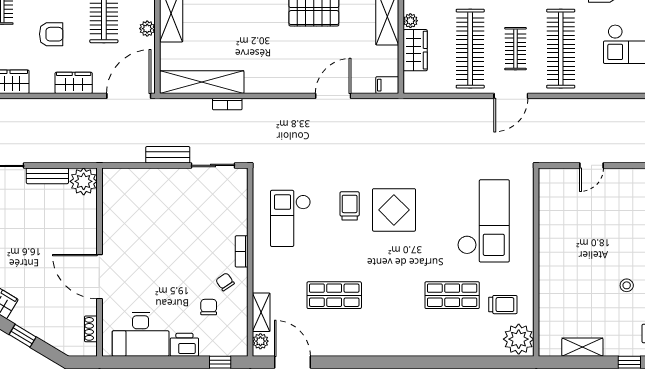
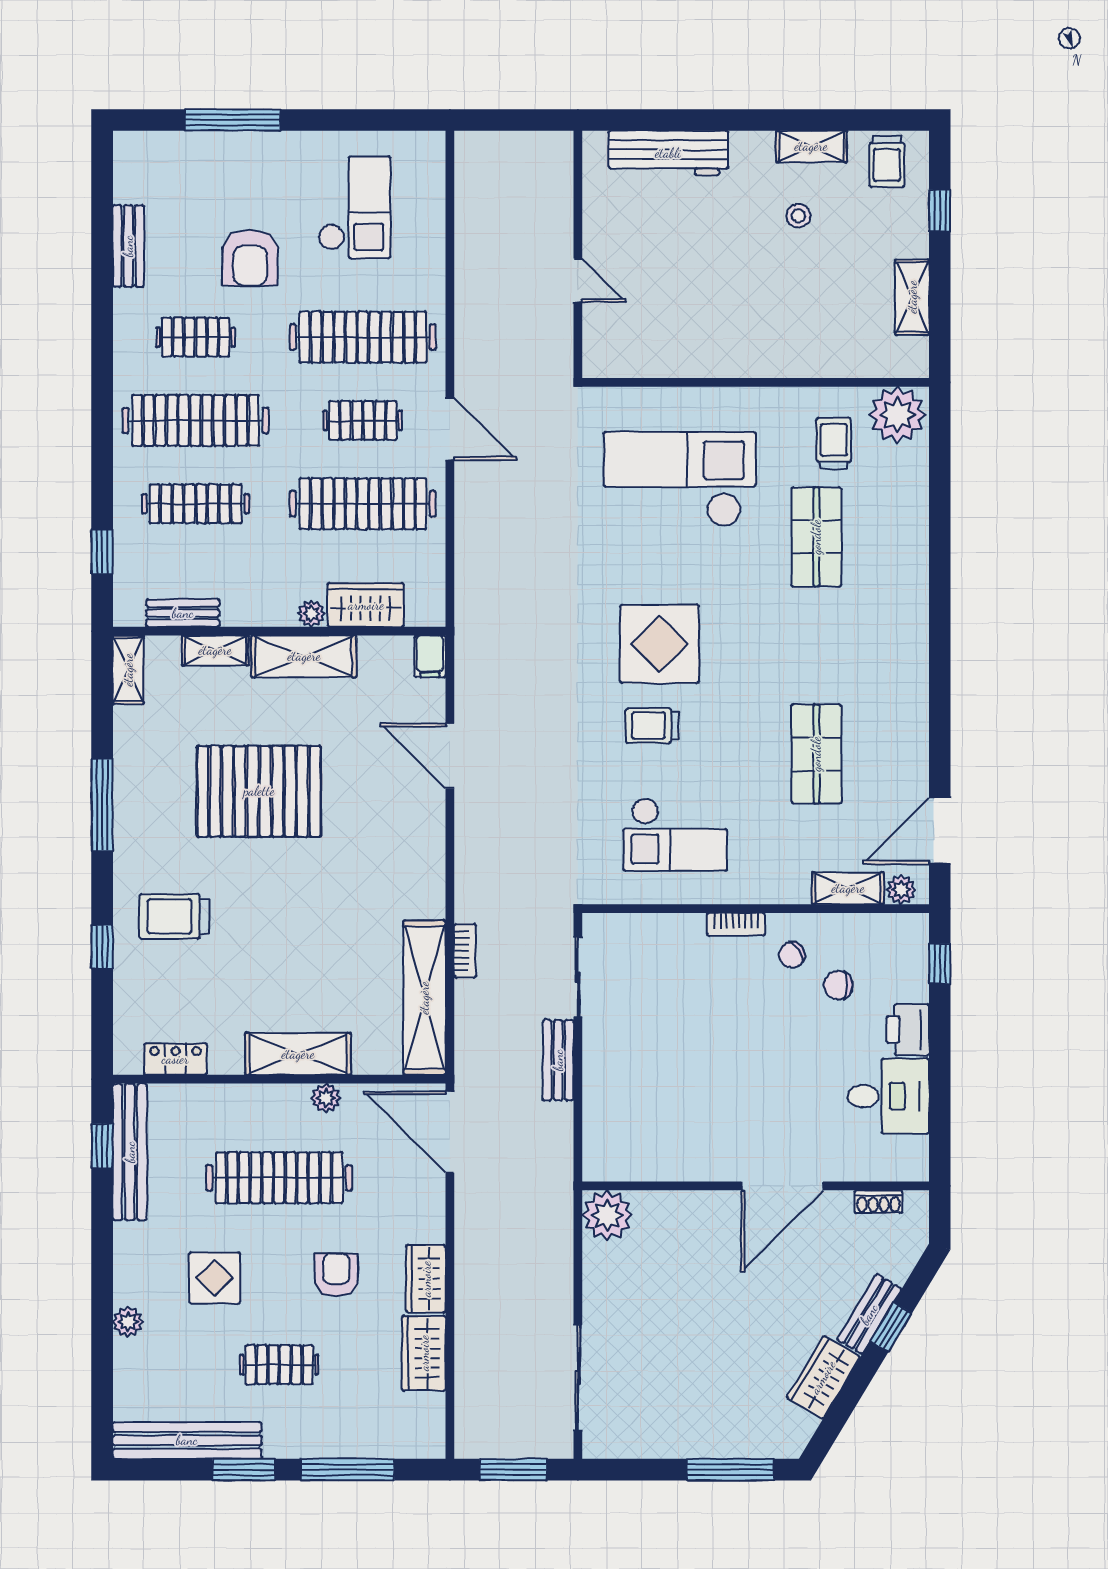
wardrobe: (74, 83) -> (426, 1279), moved
bench: (47, 176) -> (869, 1314), moved, turned 31
desk: (141, 334) -> (888, 1096), width x0.73

